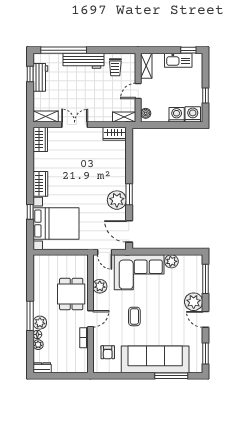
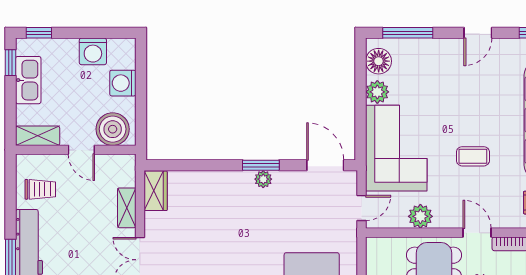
window: (206, 96) -> (39, 33), moved
boiler: (146, 113) -> (113, 129), width x1.86, depth x1.86
washing machine: (193, 114) -> (93, 51), moved, turned -90
shelving: (124, 117) -> (127, 208), moved
plant: (117, 200) -> (263, 179), width x0.53, depth x0.53
door: (129, 231) -> (325, 165), swing flipped
floor lamp: (189, 262) -> (379, 61), added
plant: (194, 302) -> (447, 54), removed

